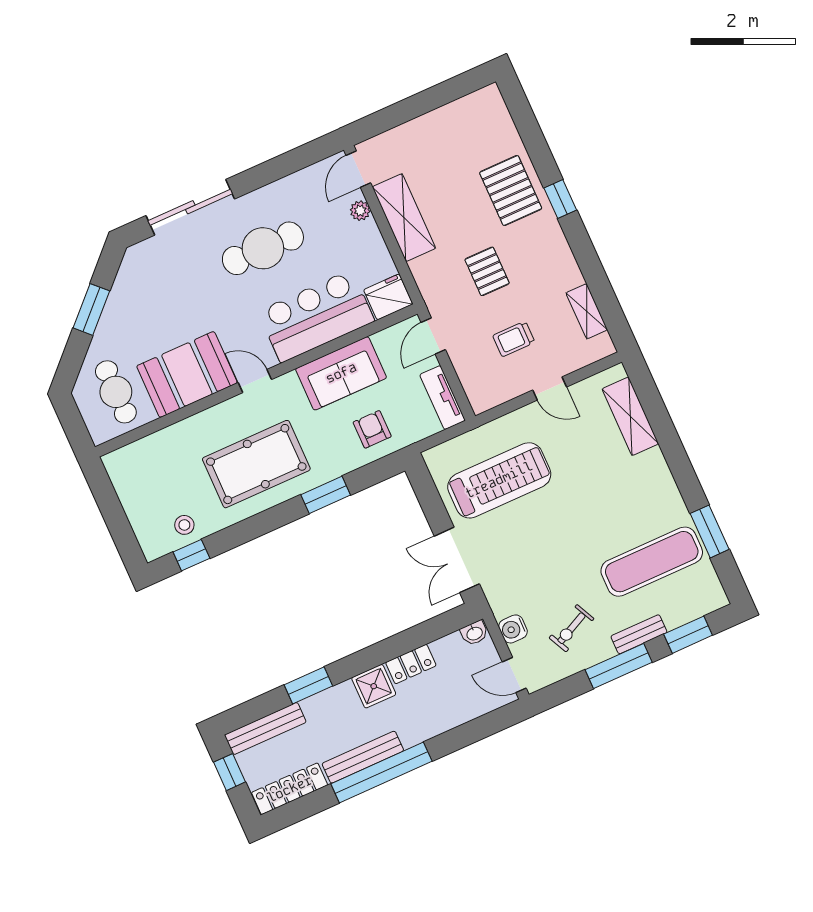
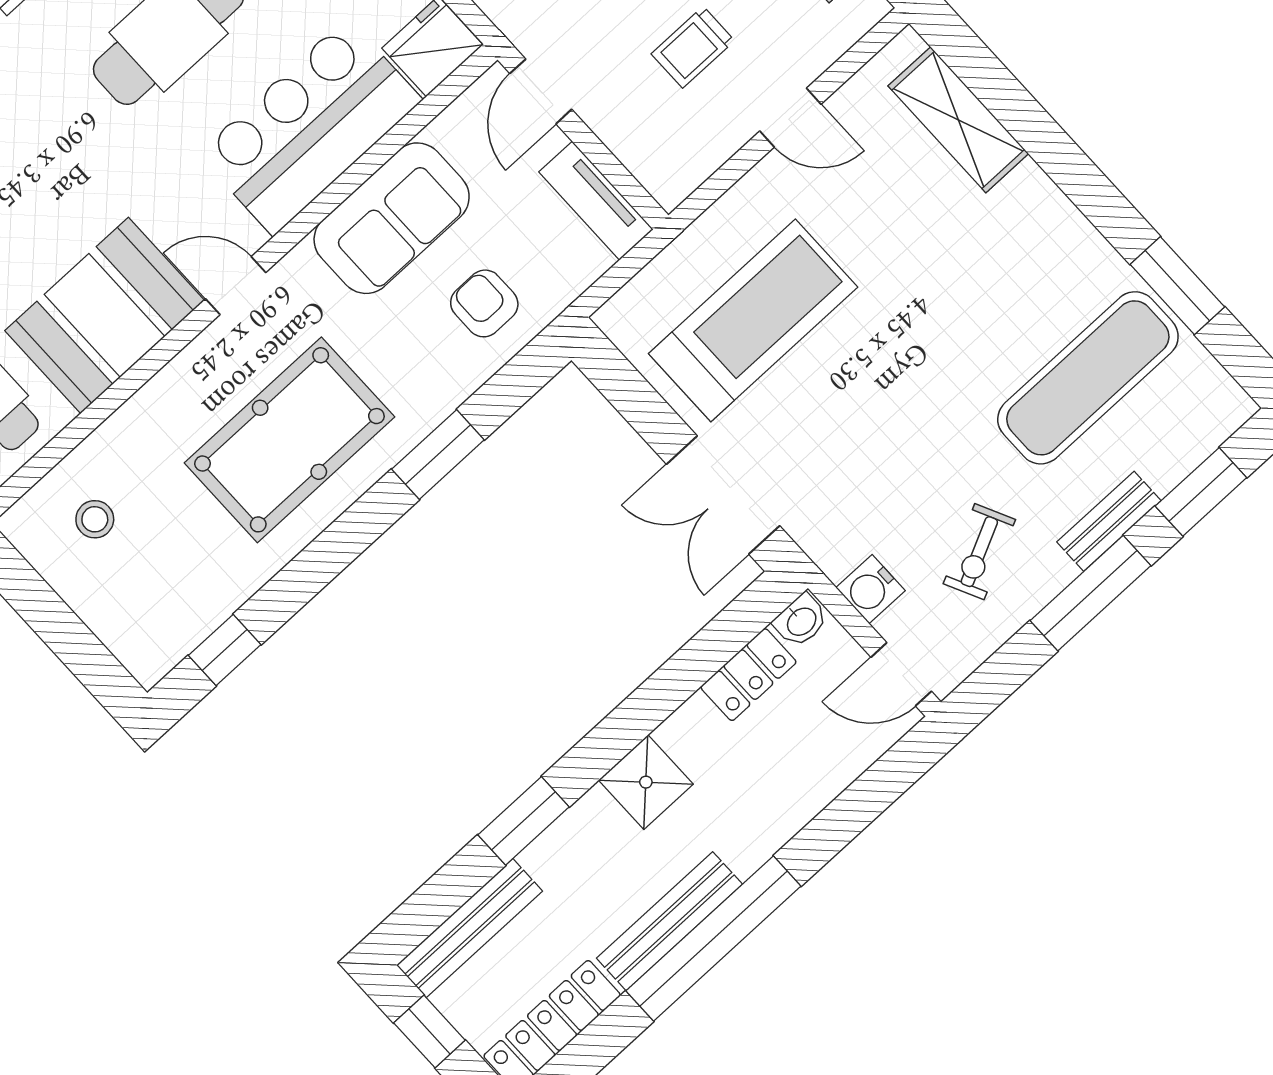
stool: (184, 525) -> (95, 519), moved
locker: (411, 664) -> (748, 675), moved

